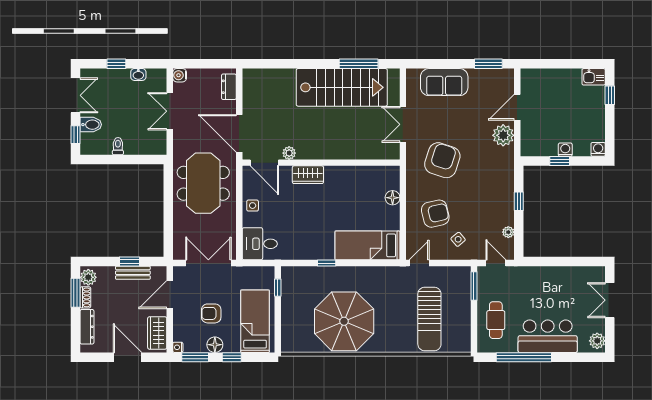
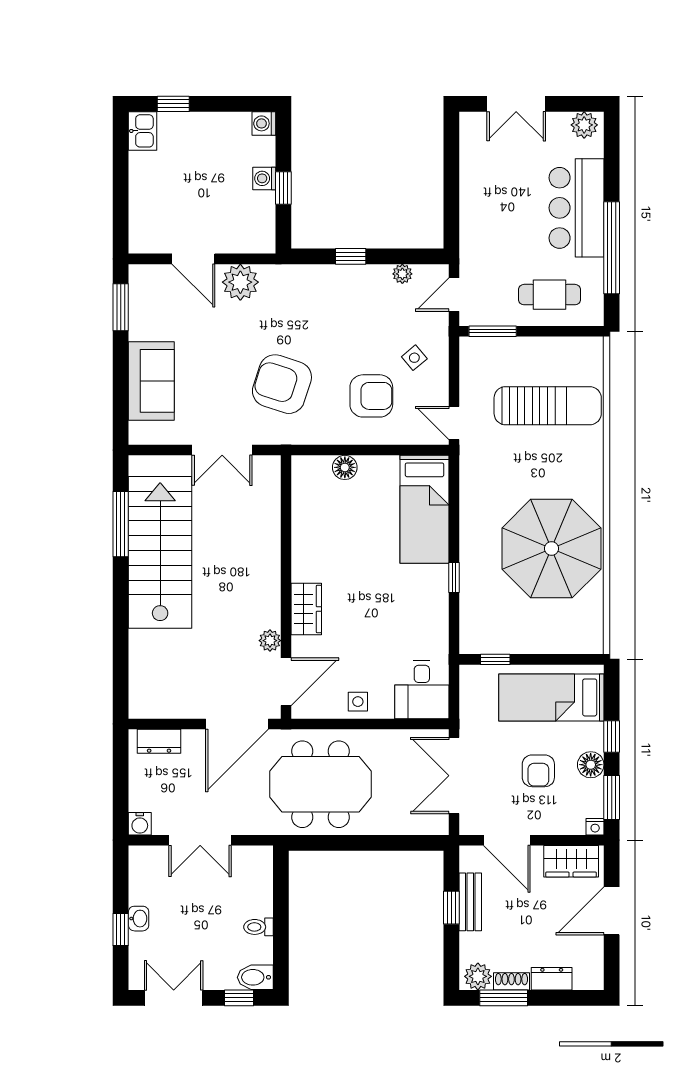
washbasin: (138, 74) -> (139, 919), moved
bidet: (91, 125) -> (255, 977), moved, turned -90
armchair: (435, 214) -> (371, 396), turned 103
dresser: (87, 327) -> (552, 979), width x0.70

